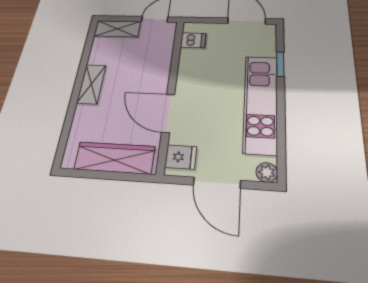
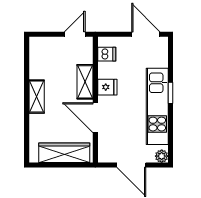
shelving: (117, 29) -> (85, 82), moved, turned 90
window: (280, 64) -> (170, 93), moved
fridge: (181, 157) -> (107, 87), moved

